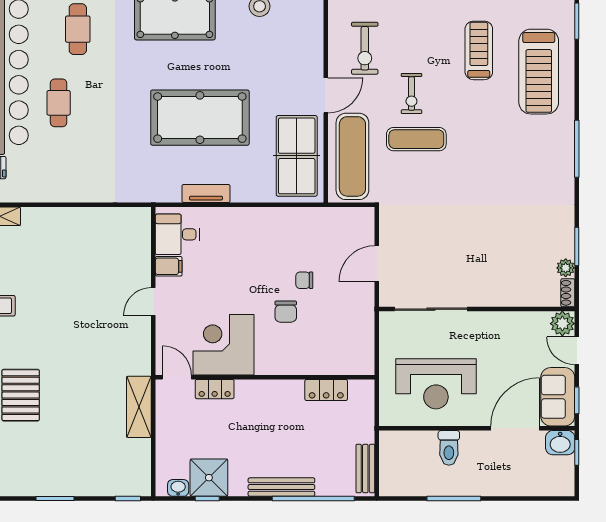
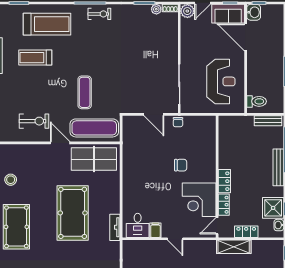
exercise bike: (411, 94) -> (99, 14), moved
tv unit: (206, 194) -> (115, 227), moved
chair: (304, 280) -> (178, 122), moved
locker: (326, 390) -> (224, 181), moved
locker: (166, 429) -> (246, 232), added
toilet: (449, 448) -> (257, 101), moved

